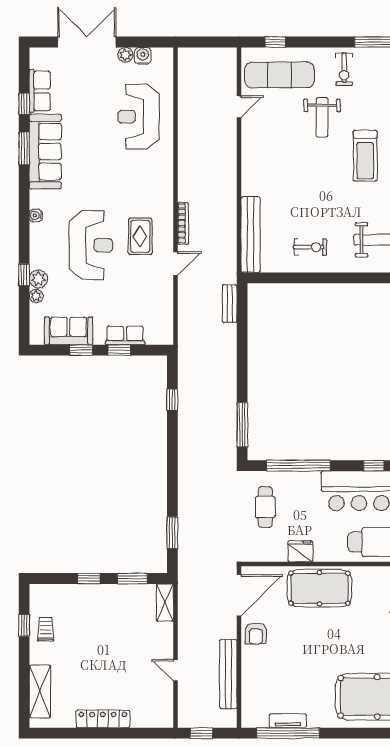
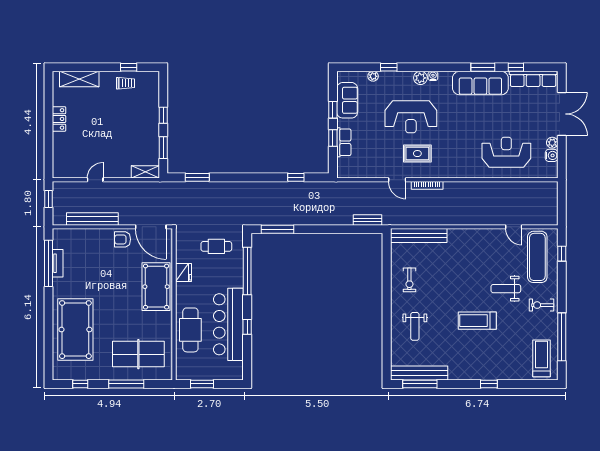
row of seats: (40, 91) -> (533, 79), width x1.48
plant: (38, 279) -> (420, 78), moved
locker: (103, 719) -> (59, 119), width x0.66

